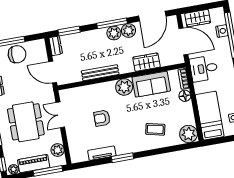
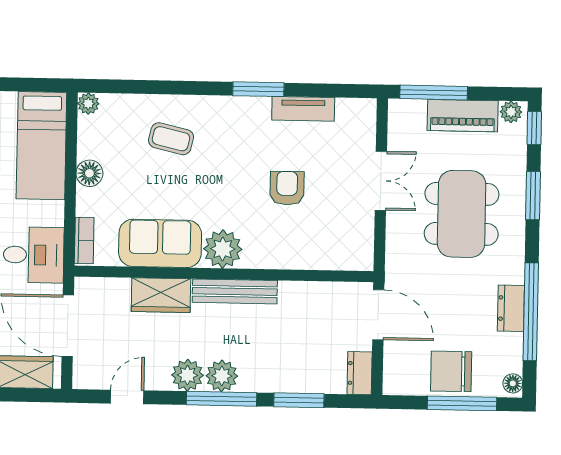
door: (152, 16) -> (127, 397), width x0.53
window: (69, 31) -> (299, 400), moved
bench: (100, 73) -> (235, 291), moved
floor lamp: (185, 96) -> (89, 173), moved
double door: (60, 115) -> (381, 181), moved
armchair: (102, 118) -> (287, 188), turned -90
plant: (189, 134) -> (88, 104), width x0.53, depth x0.53
plant: (58, 150) -> (402, 136), removed

